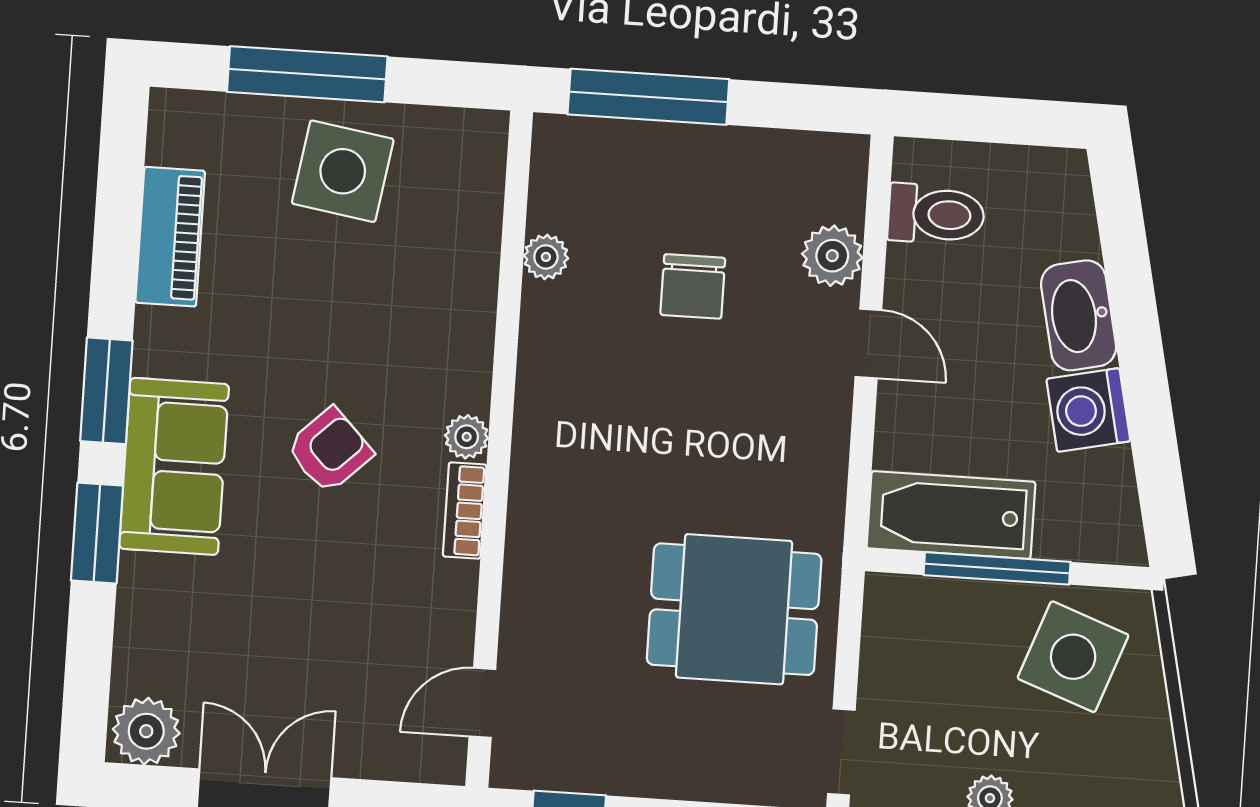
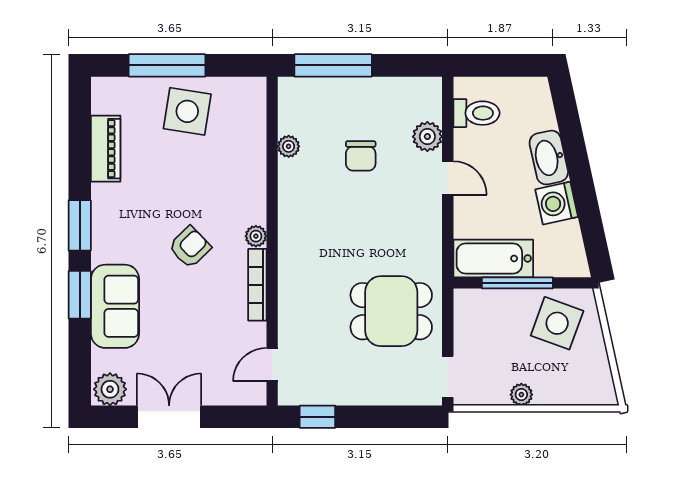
sofa: (174, 466) -> (115, 306), moved
bookcase: (465, 511) -> (257, 285), width x1.56

